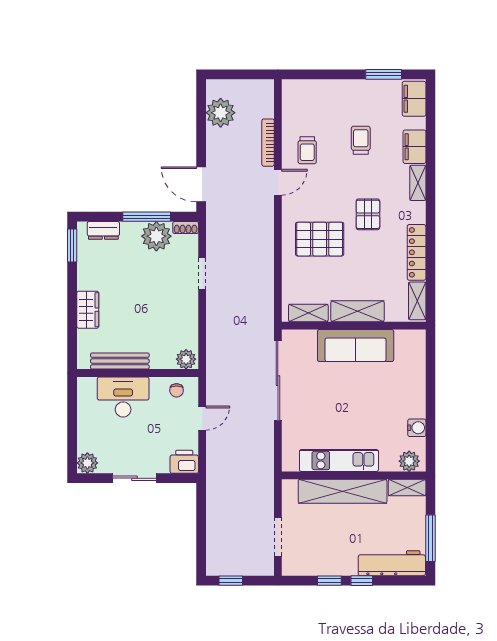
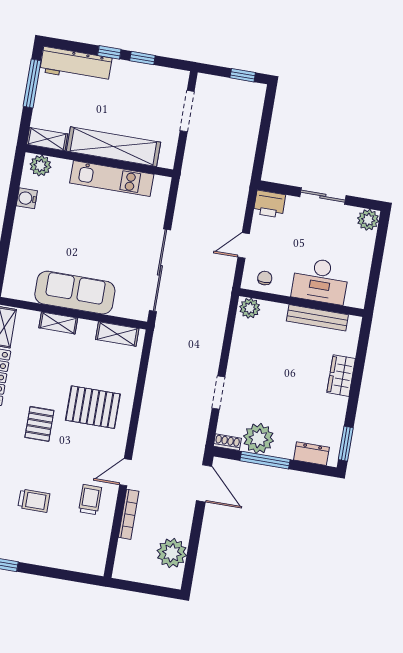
trolley: (361, 140) -> (34, 501), turned -90
shelving: (358, 311) -> (58, 323), width x0.67, depth x0.75

